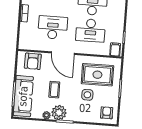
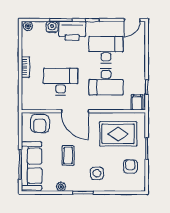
side table: (87, 95) -> (97, 173), moved
plant: (59, 113) -> (76, 183), removed
armchair: (107, 113) -> (130, 166), moved

